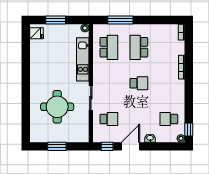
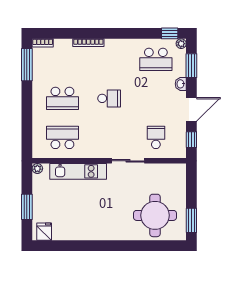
window: (120, 20) -> (27, 65), moved
school desk: (139, 83) -> (109, 98), turned 90
round table: (57, 107) -> (155, 215), moved
school desk: (169, 119) -> (156, 59), width x1.85
window: (57, 146) -> (191, 220), moved
door: (130, 146) -> (191, 109), swing flipped
window: (164, 146) -> (191, 66), added

